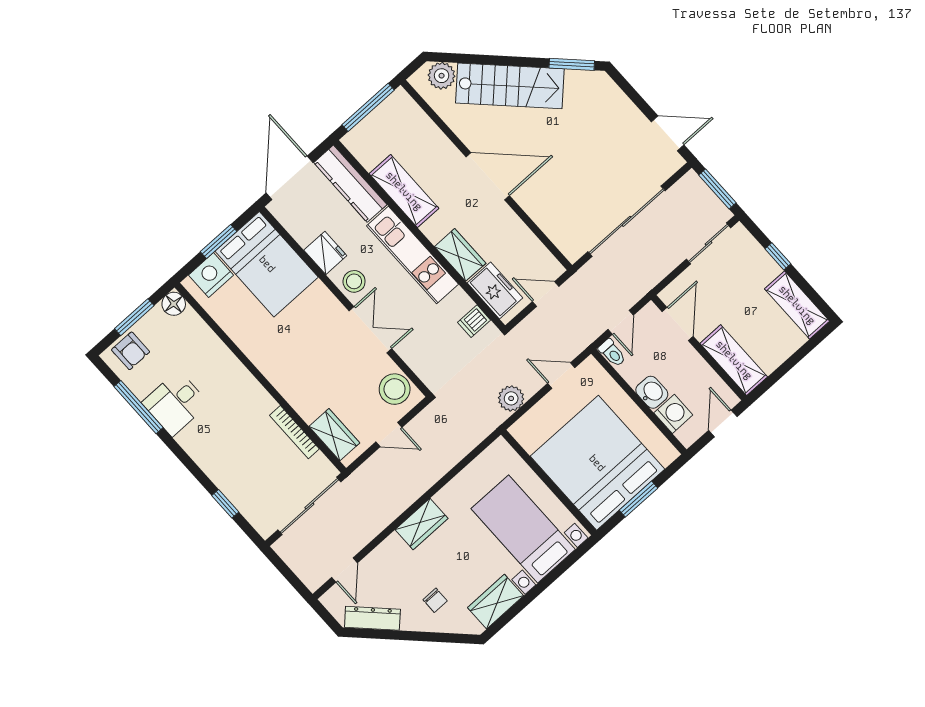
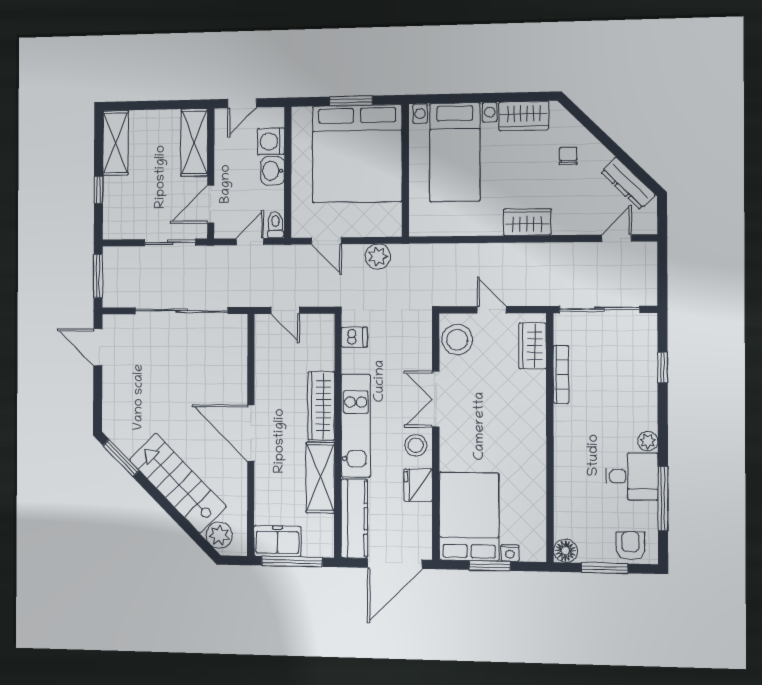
sliding door: (709, 243) -> (170, 242), moved
wardrobe: (460, 255) -> (321, 406), width x1.50
nightstand: (211, 275) -> (510, 553), width x0.53, depth x0.56
freezer: (495, 290) -> (277, 541), moved, turned 90
plant: (187, 440) -> (648, 441), added

